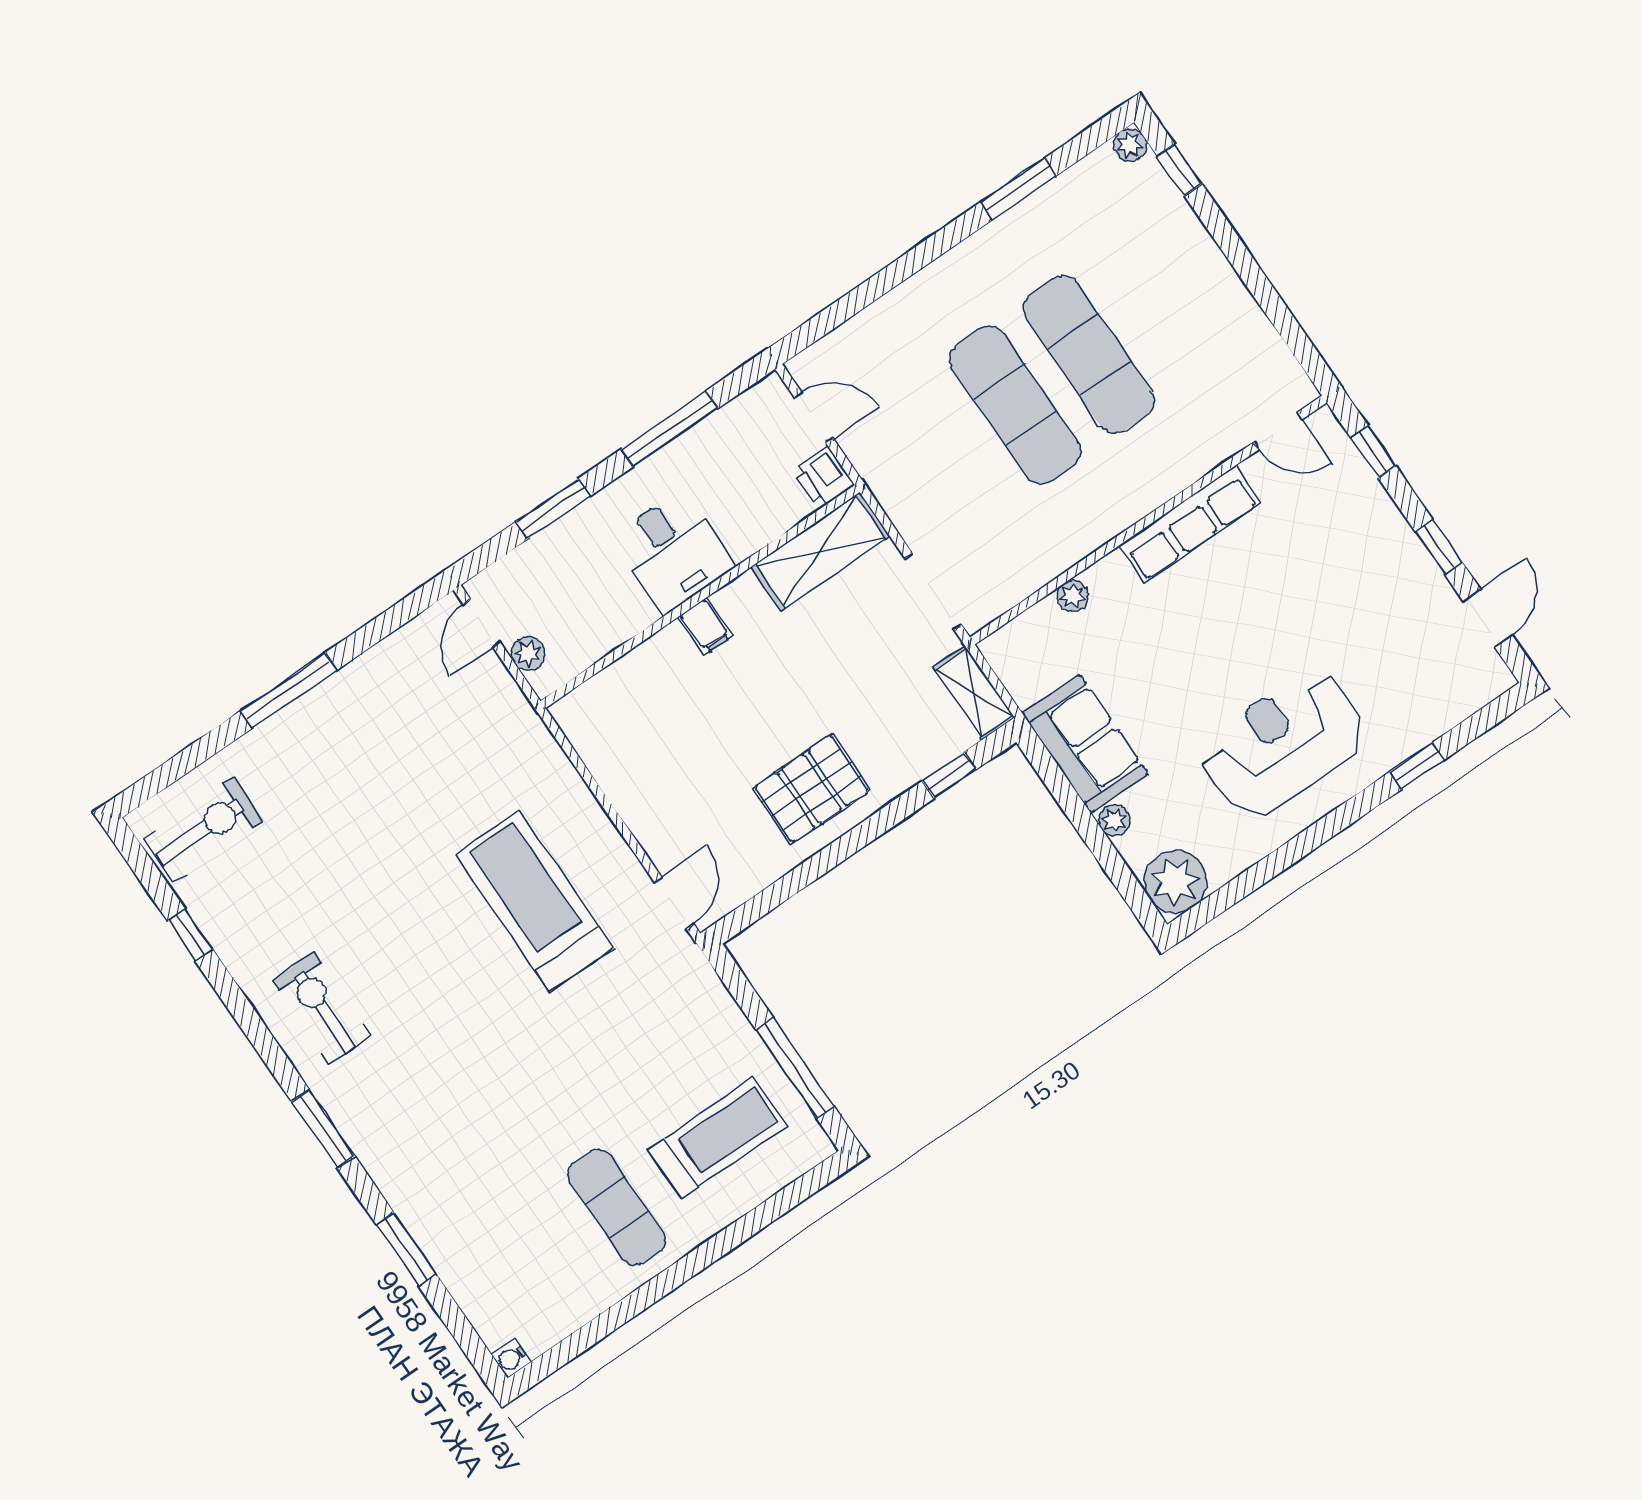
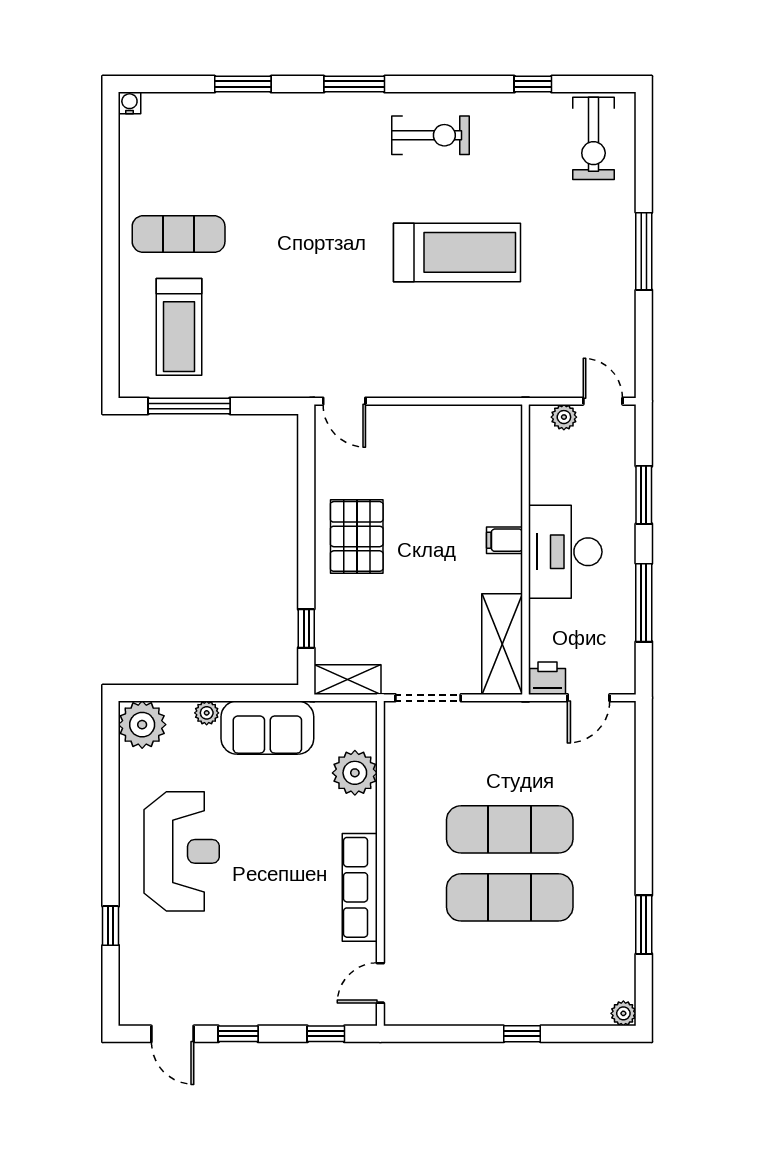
window: (1180, 170) -> (522, 1034), moved
desk: (673, 552) -> (565, 552), width x1.37
plant: (1073, 596) -> (355, 773), width x1.87, depth x1.87
treadmill: (535, 901) -> (457, 252), moved

